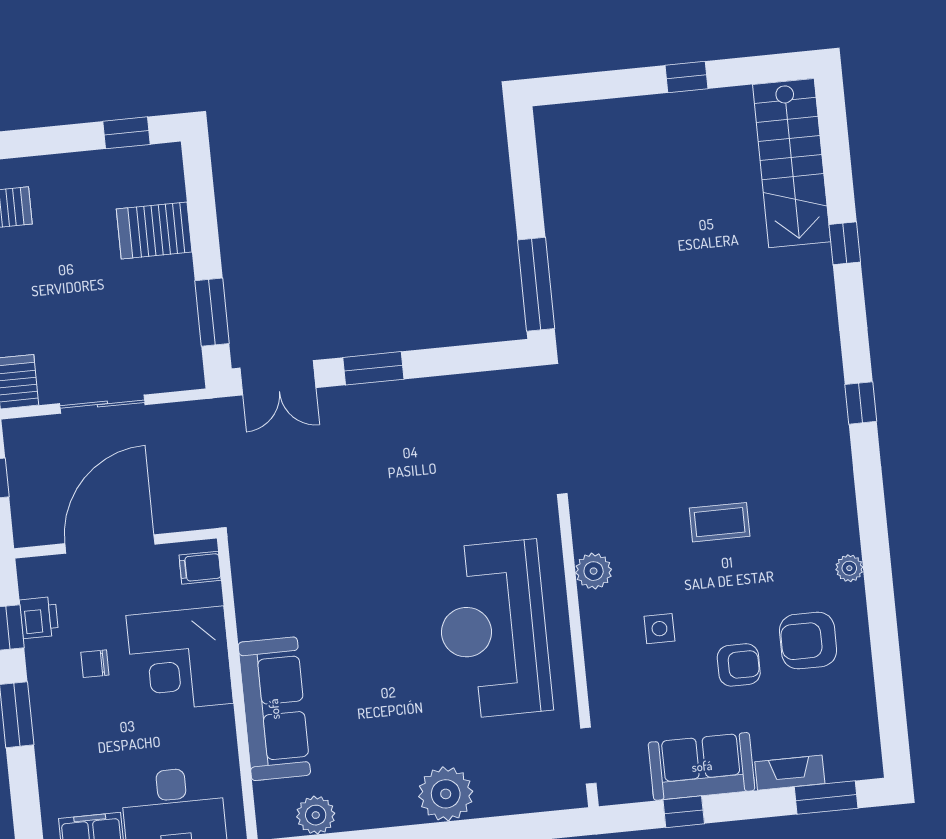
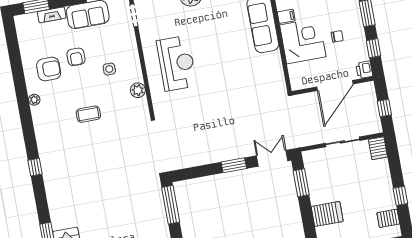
filing cabinet: (200, 568) -> (286, 16), moved
printer: (39, 618) -> (364, 70), moved
reception desk: (493, 629) -> (177, 63), width x0.74, depth x0.77
armchair: (739, 665) -> (76, 57), turned -90

